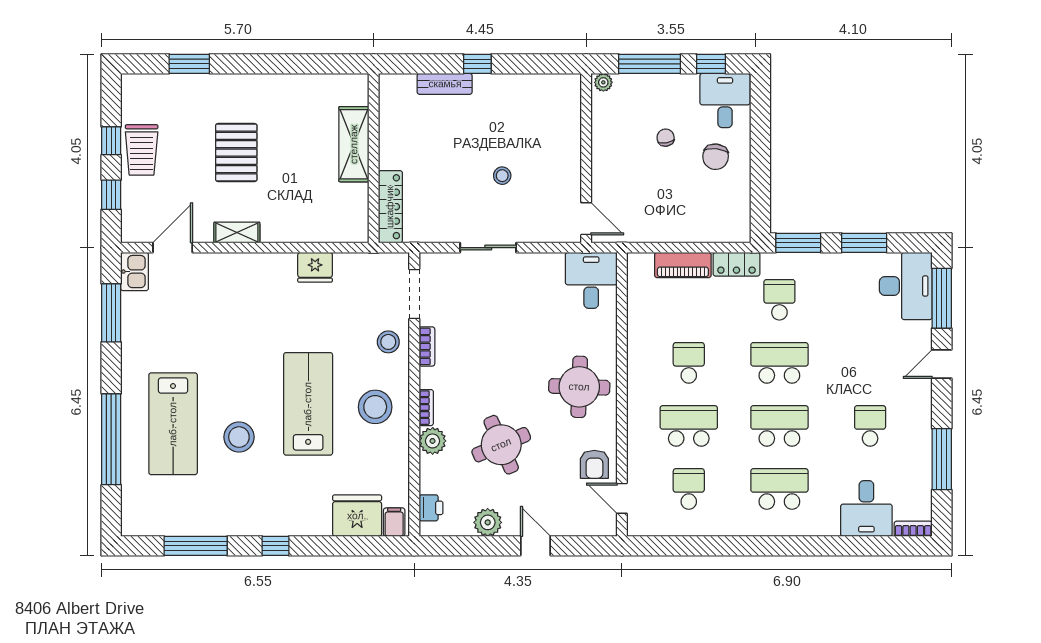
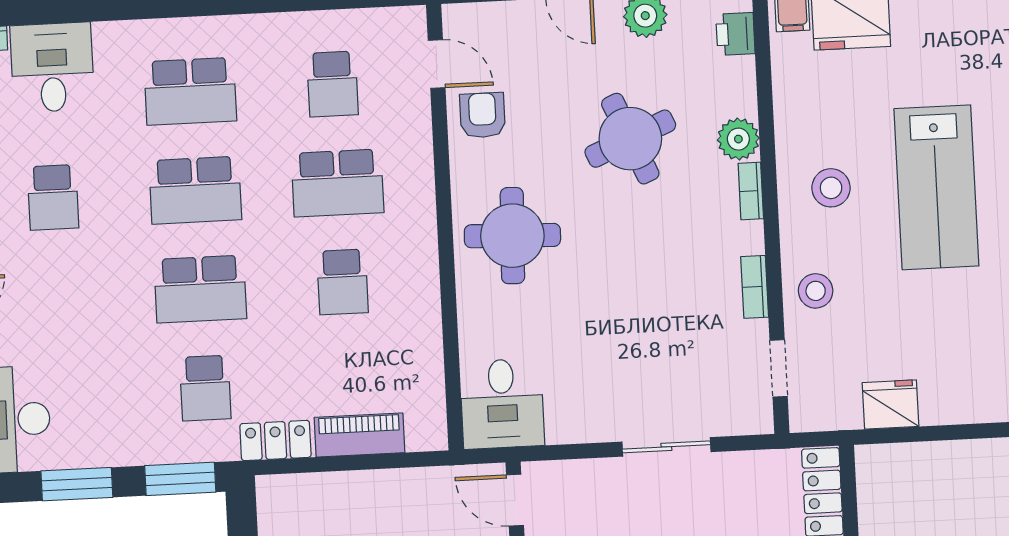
fridge: (315, 267) -> (891, 404), moved
doorway: (414, 294) -> (779, 368), width x0.73
stool: (375, 407) -> (831, 188), width x0.73, depth x0.73

